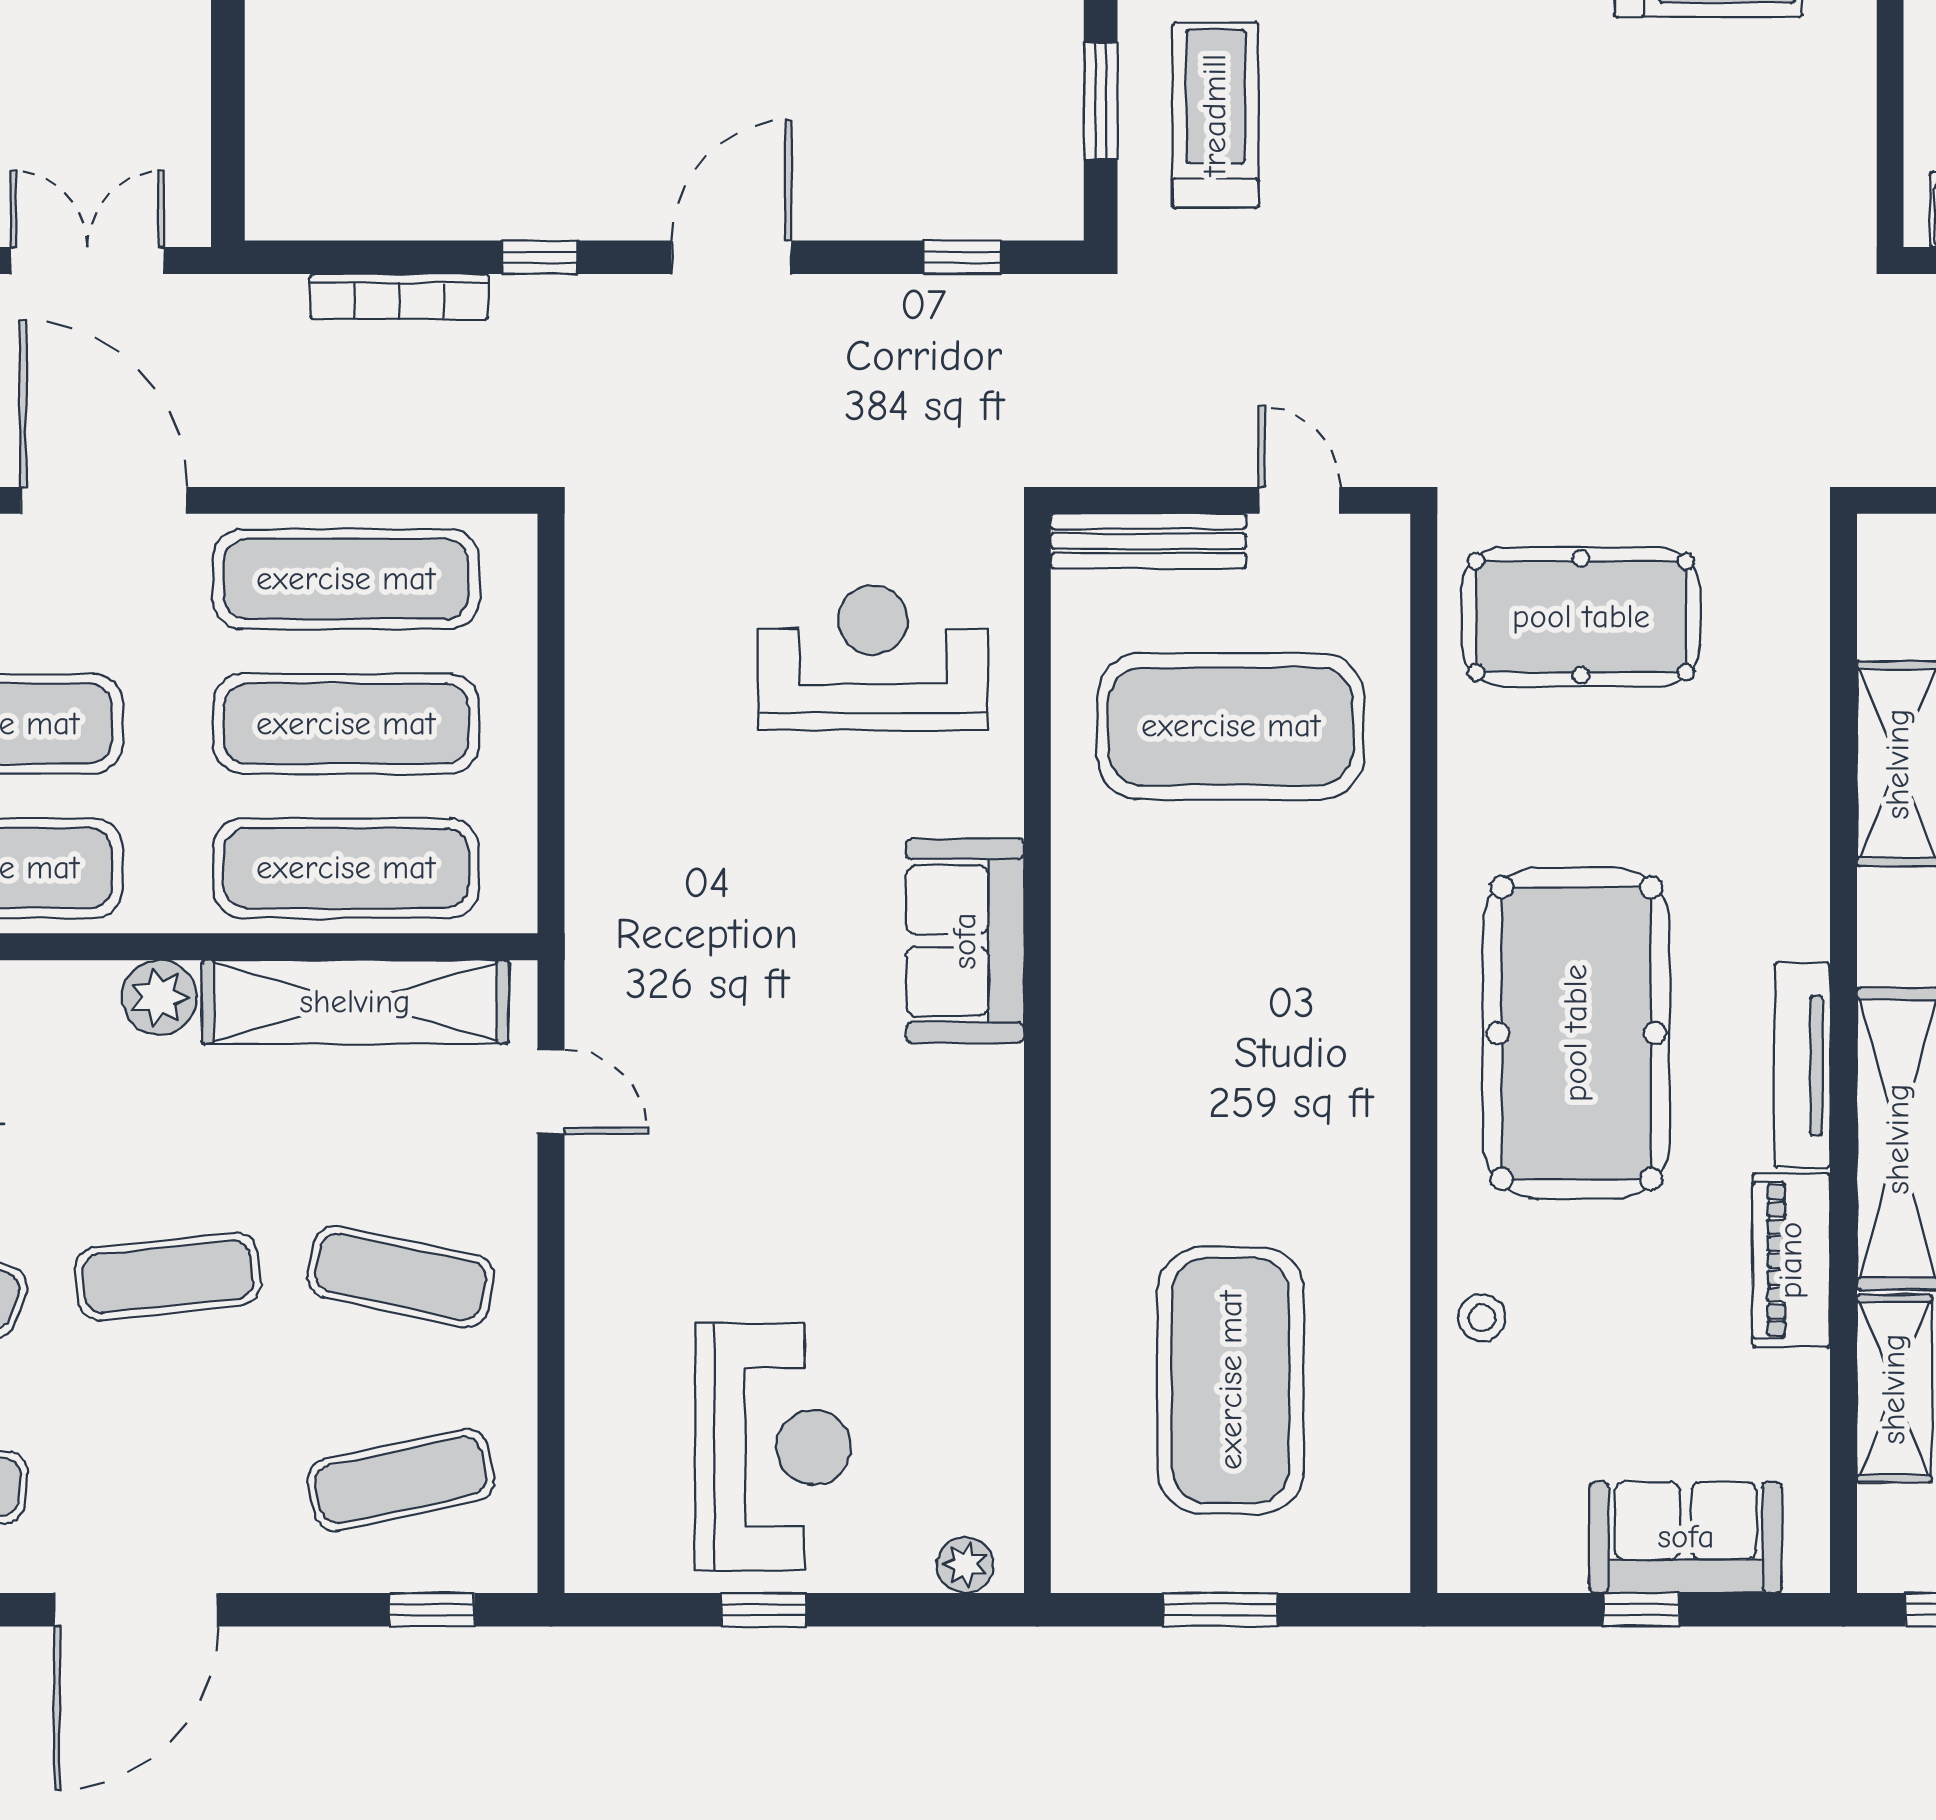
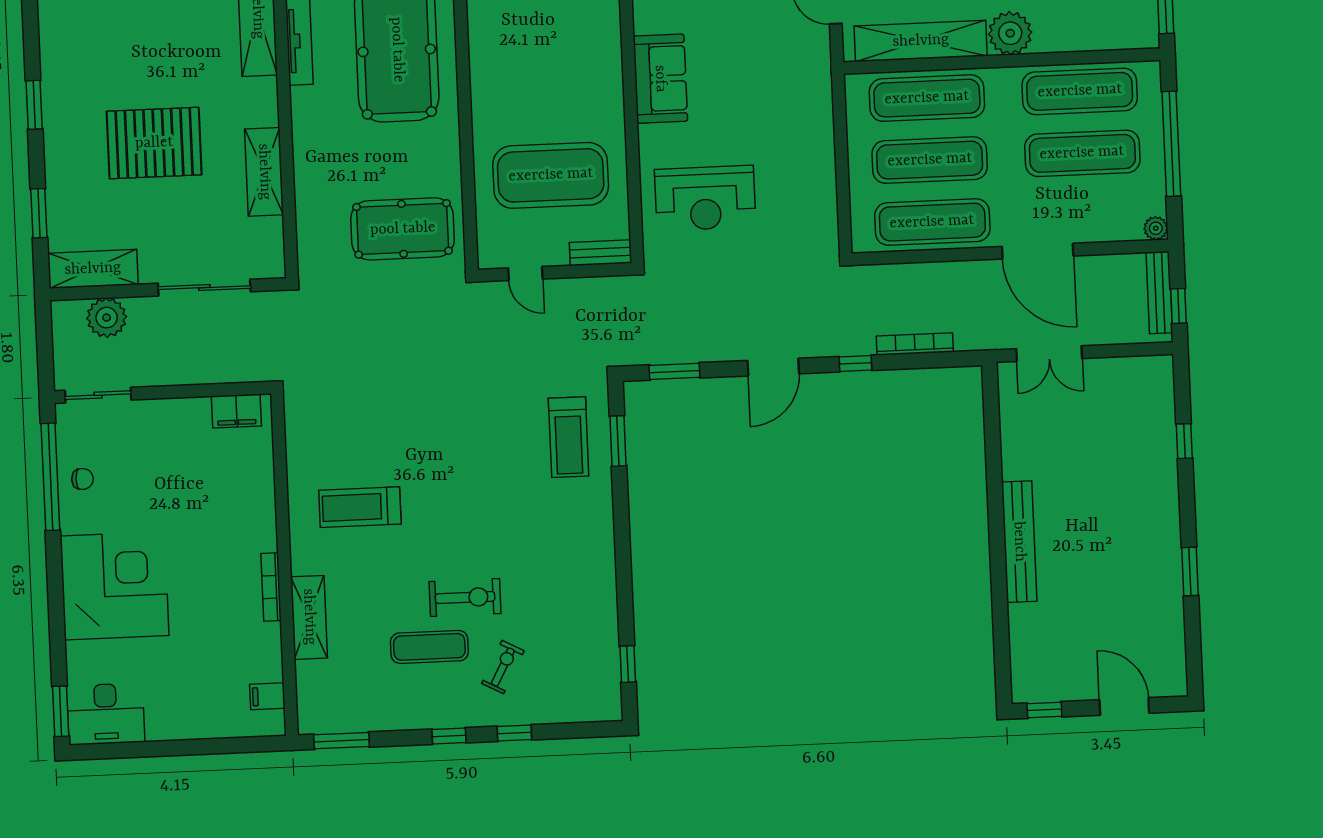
window: (962, 257) -> (674, 371), width x1.50
bench: (1148, 541) -> (600, 253), width x0.73
plant: (159, 997) -> (1010, 33), width x1.36, depth x1.36

